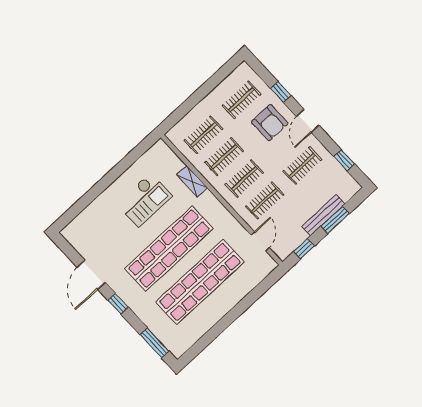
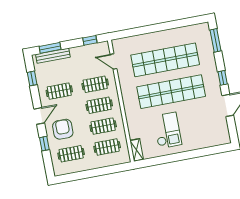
shelving: (192, 181) -> (137, 150), moved
checkout: (144, 200) -> (167, 130), turned 90
bench: (323, 215) -> (53, 56), moved
window: (335, 220) -> (50, 48), moved
door: (260, 241) -> (113, 62), hinge flipped

